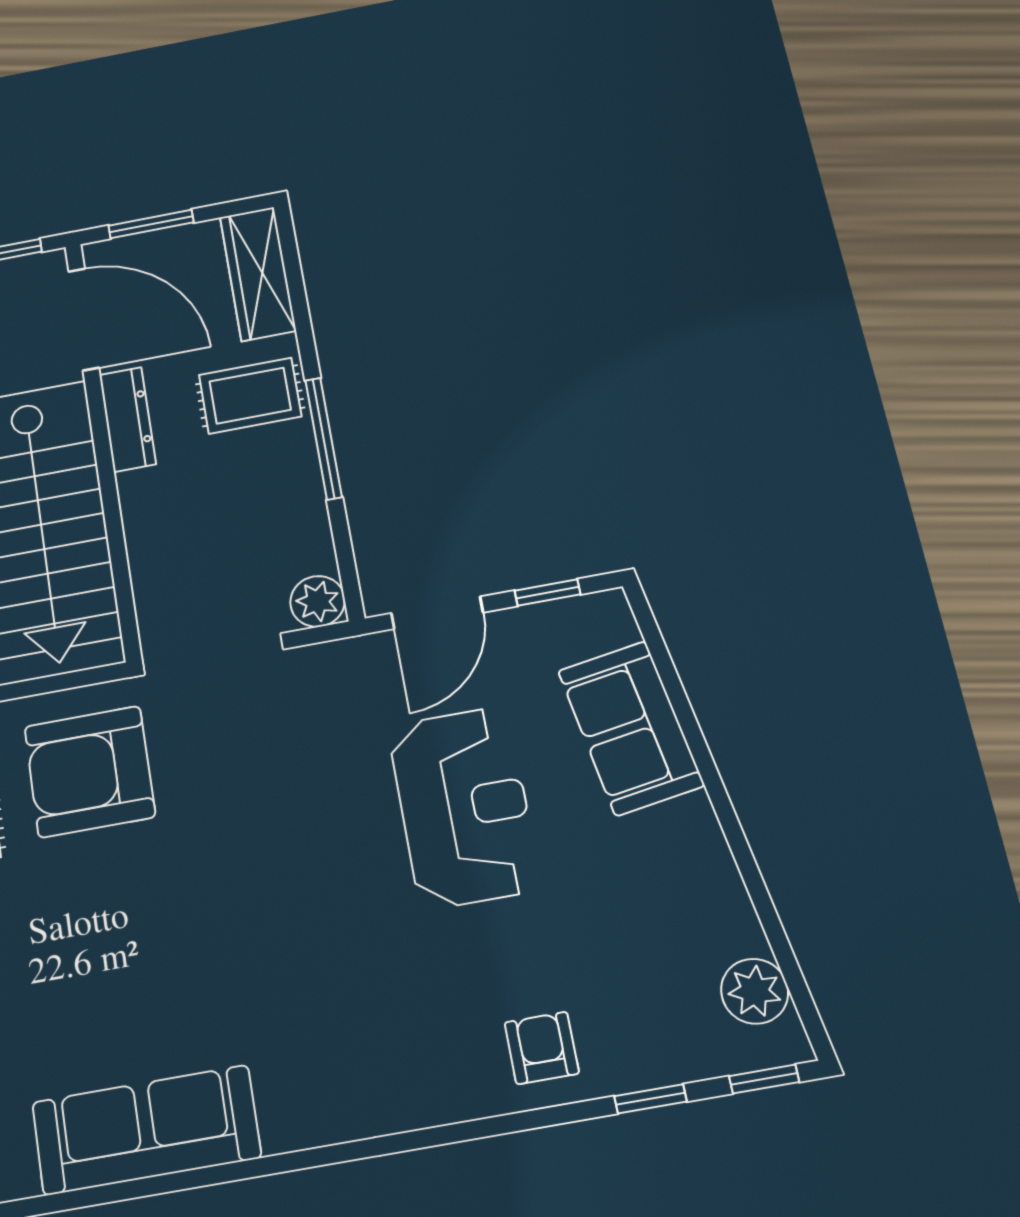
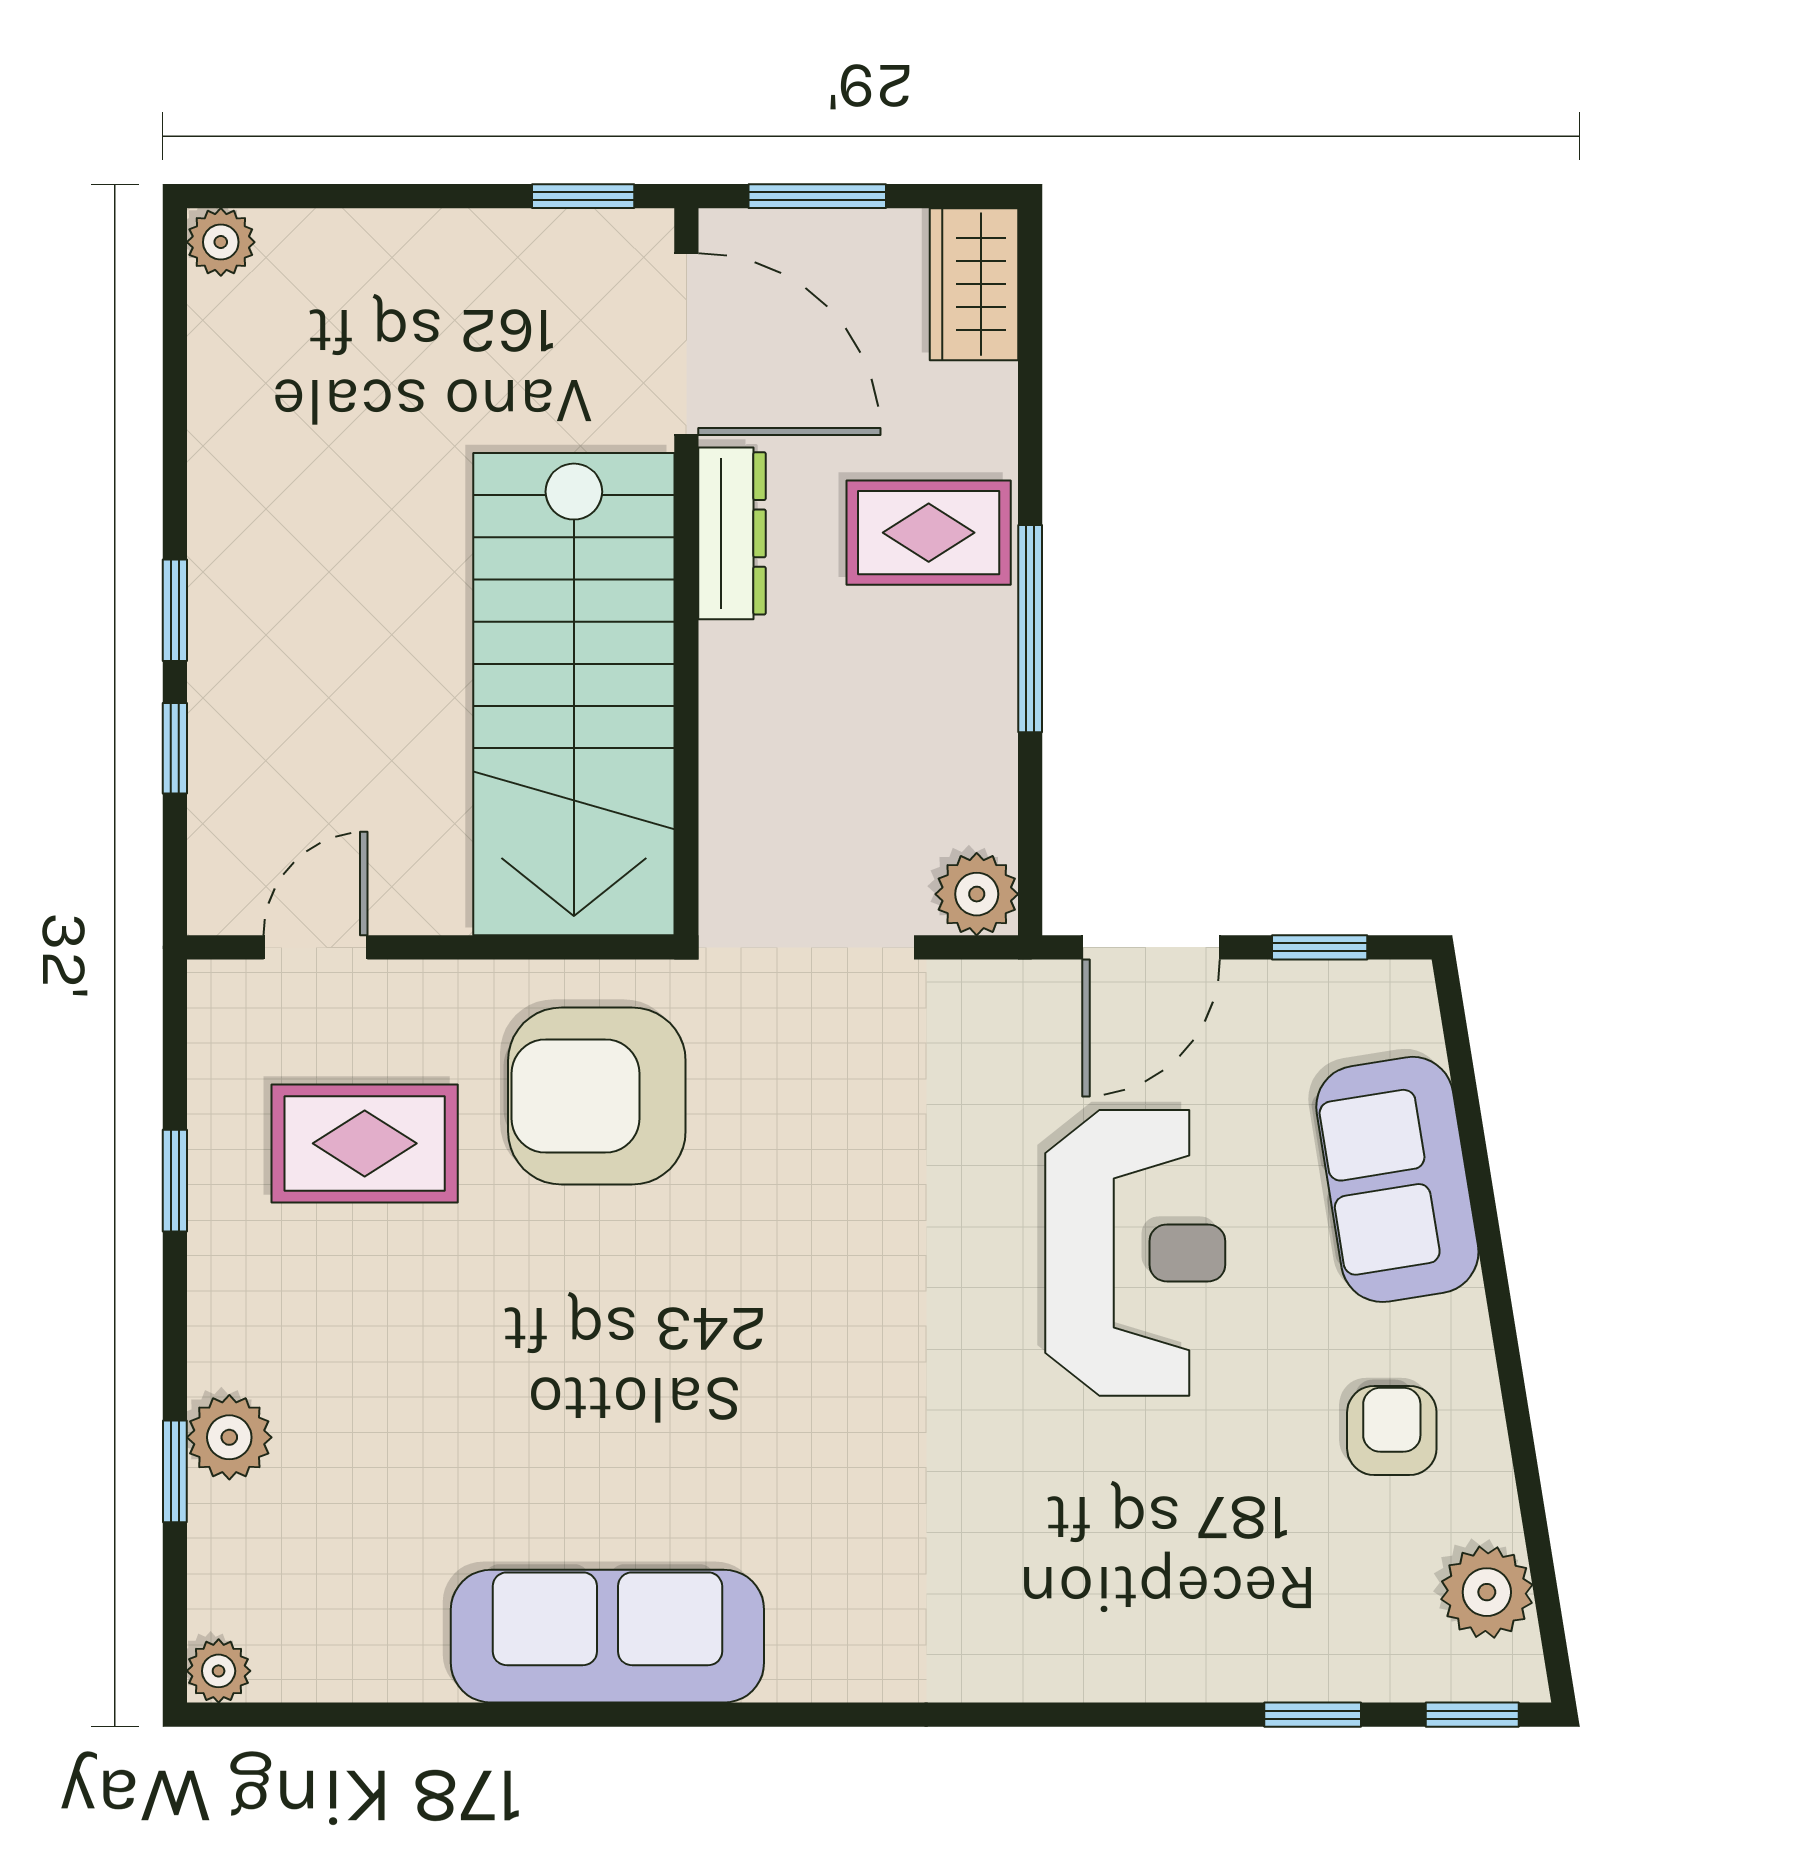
wardrobe: (258, 274) -> (974, 284), width x0.67
armchair: (542, 1048) -> (1392, 1430), moved

